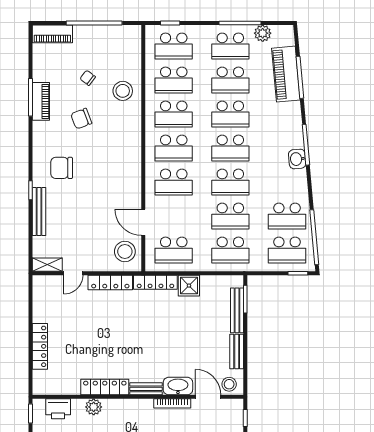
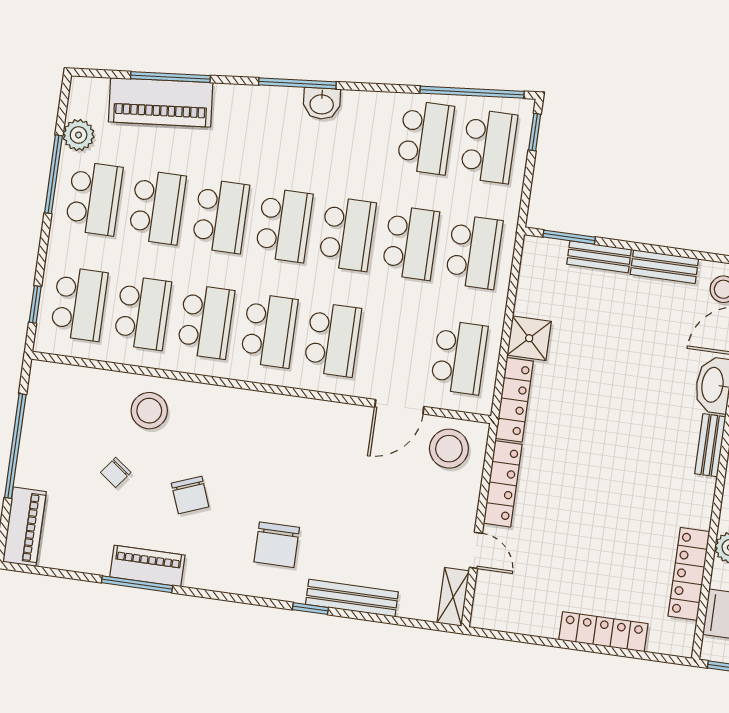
bench: (237, 310) -> (599, 257), width x0.73
locker: (105, 387) -> (689, 574), moved

